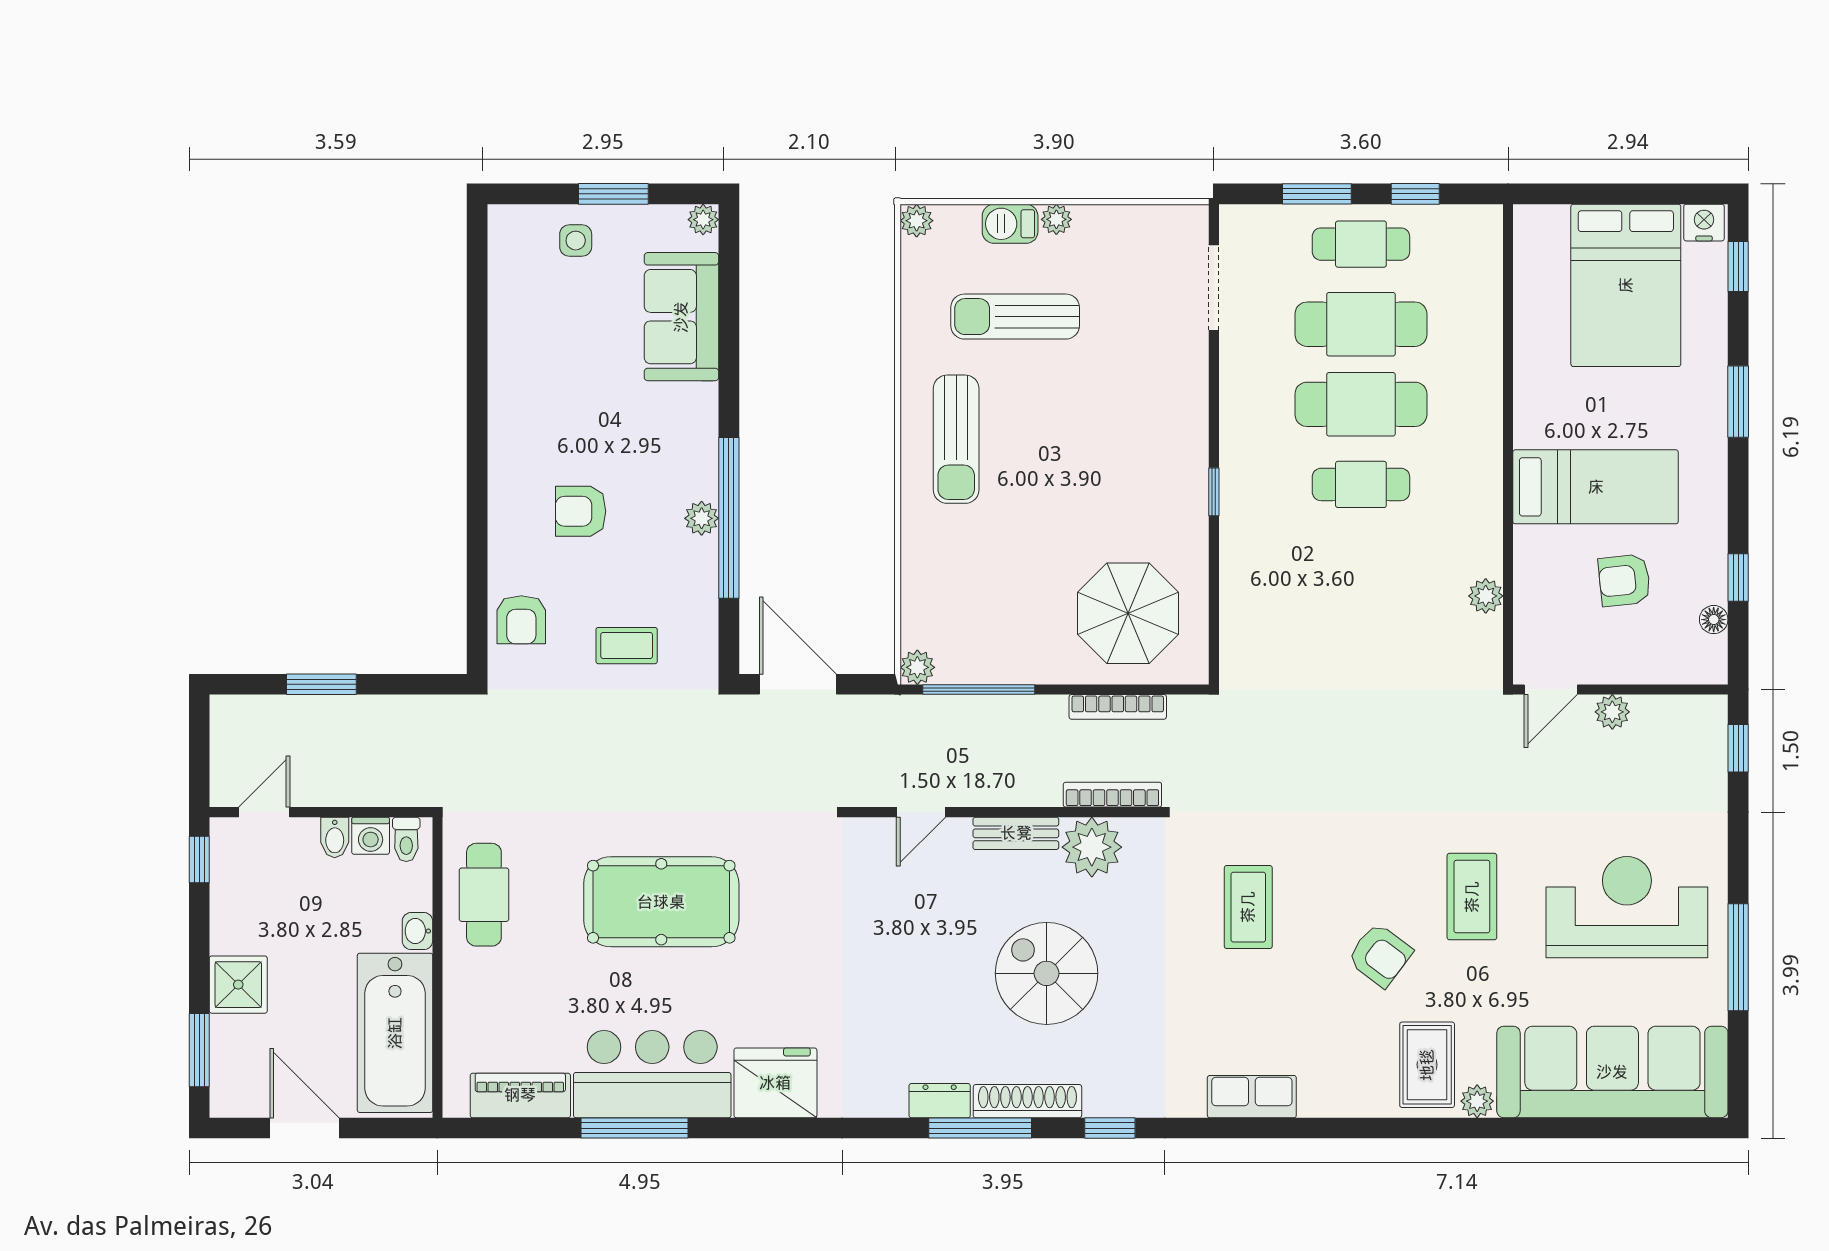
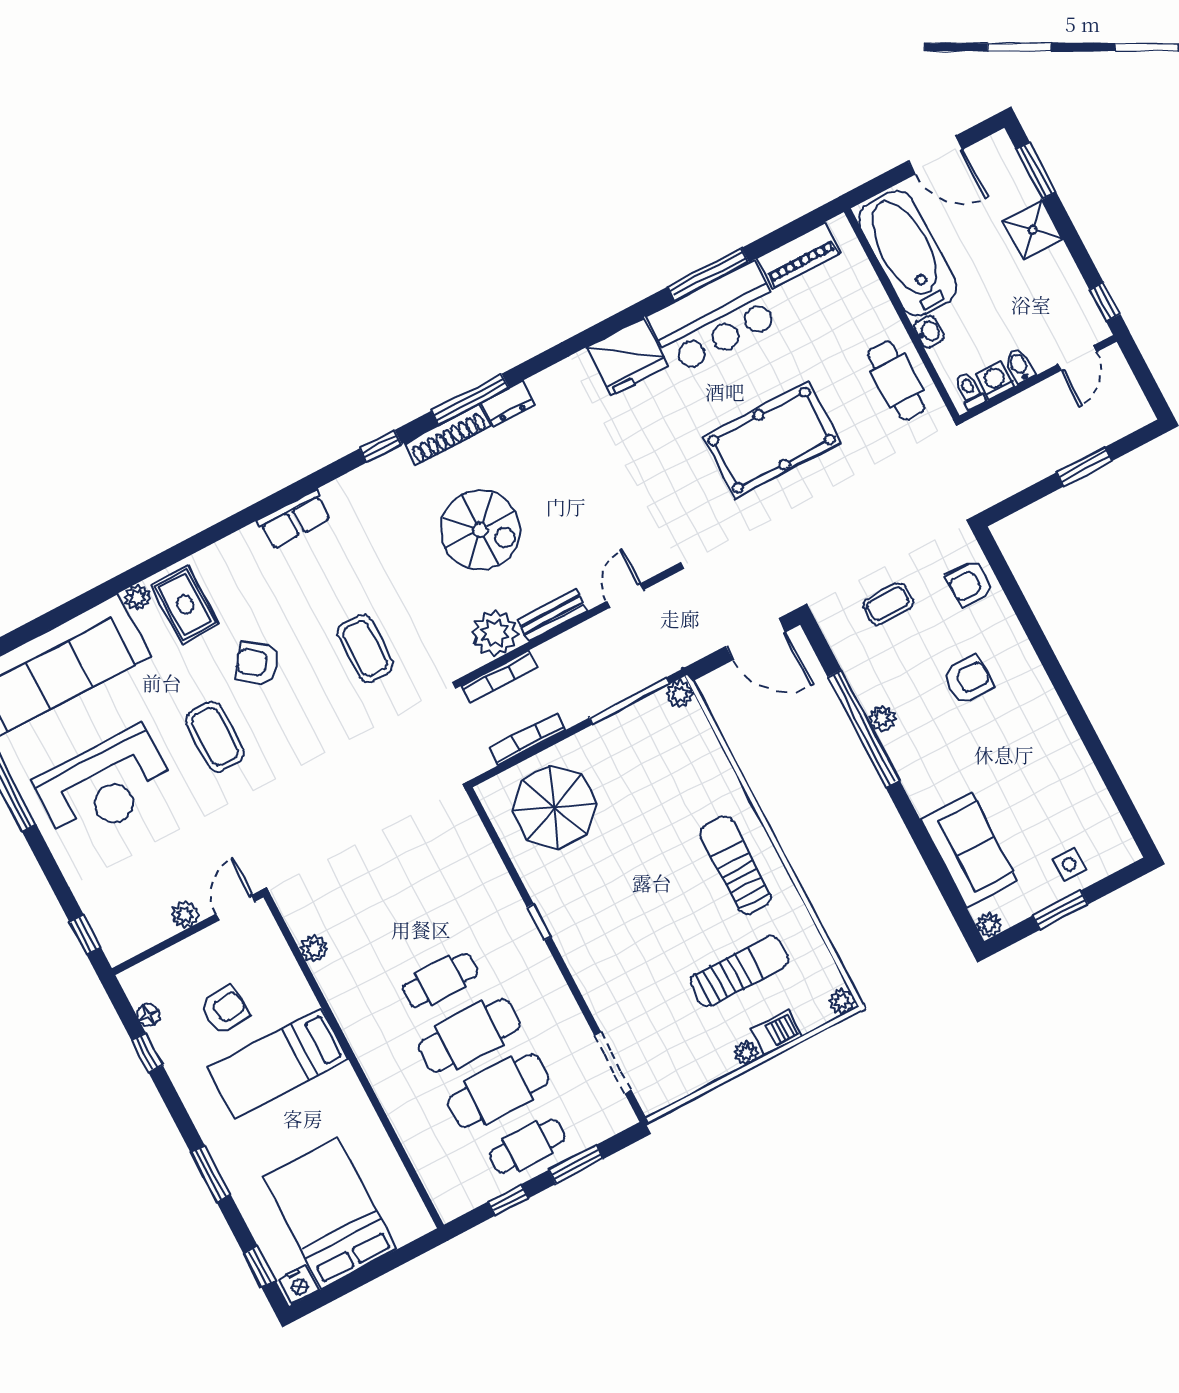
armchair: (521, 620) -> (970, 583), turned -90

